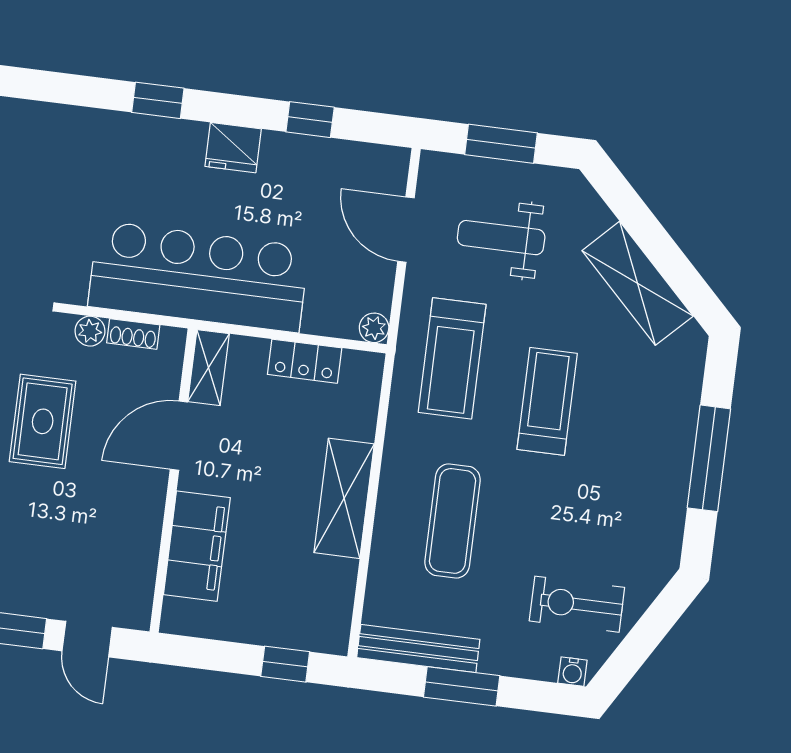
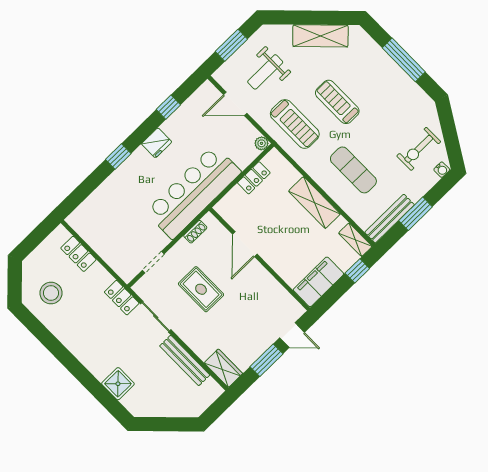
plant: (90, 331) -> (182, 247), removed
shelving: (209, 368) -> (355, 240), moved
filing cabinet: (197, 546) -> (318, 282), moved, turned -90

